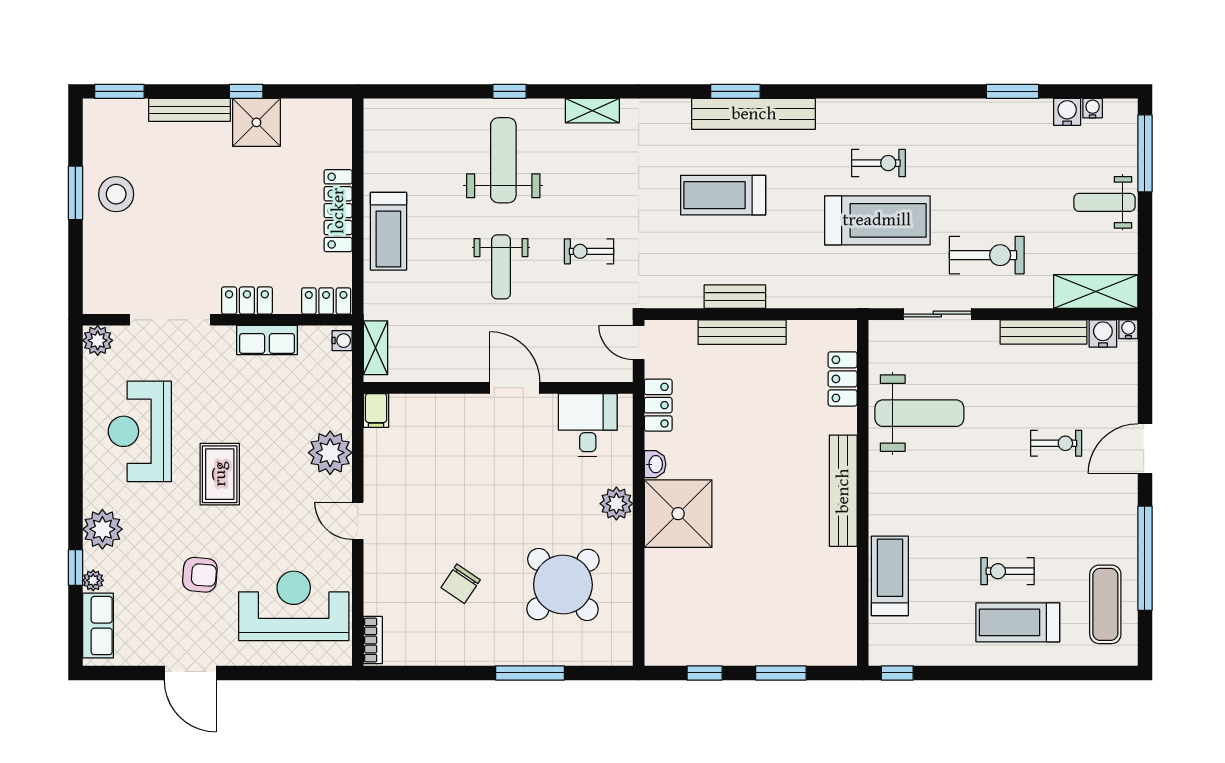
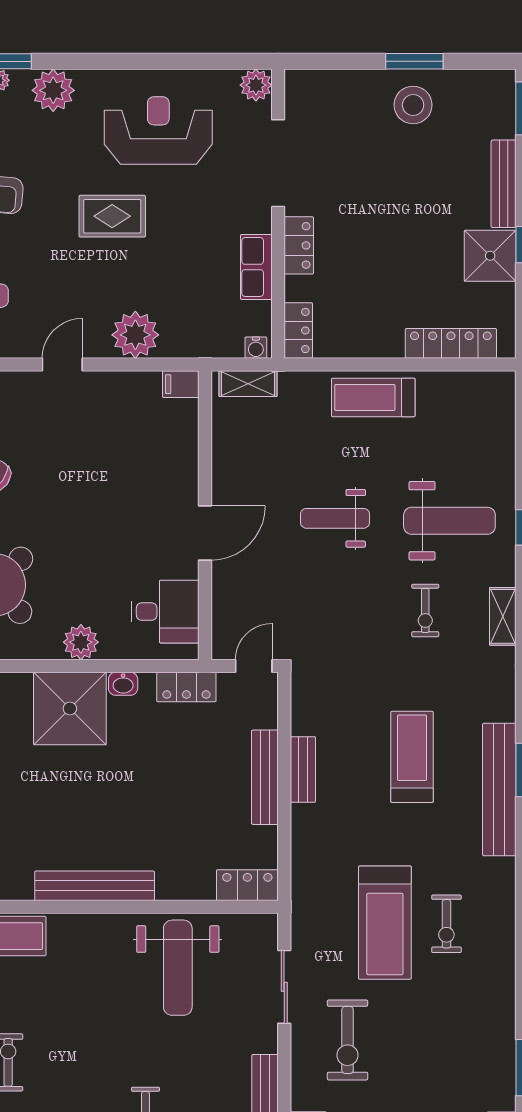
locker: (338, 211) -> (451, 343), moved
exercise bike: (589, 251) -> (425, 610), moved, turned 180
locker: (843, 379) -> (247, 885), moved

